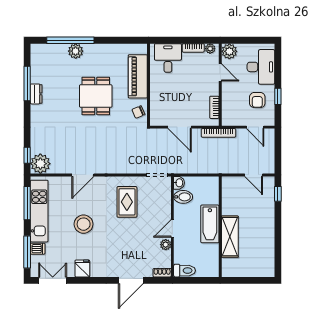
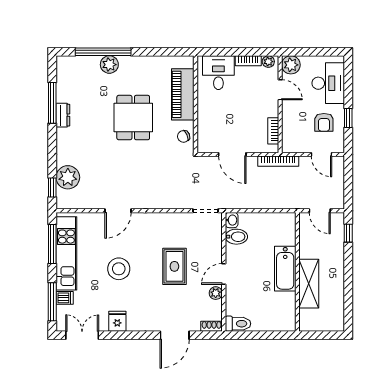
plant: (40, 164) -> (68, 177), moved
rug: (127, 202) -> (174, 266), moved
bathtub: (210, 224) -> (285, 269), moved
wall: (220, 227) -> (297, 272), moved
shelving: (230, 237) -> (309, 284), moved

